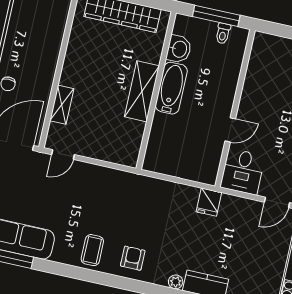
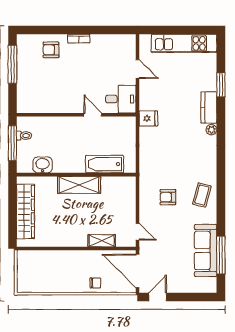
bathtub: (171, 88) -> (105, 164), moved
coffee table: (92, 250) -> (202, 195), turned -75
armchair: (133, 258) -> (168, 197), moved

